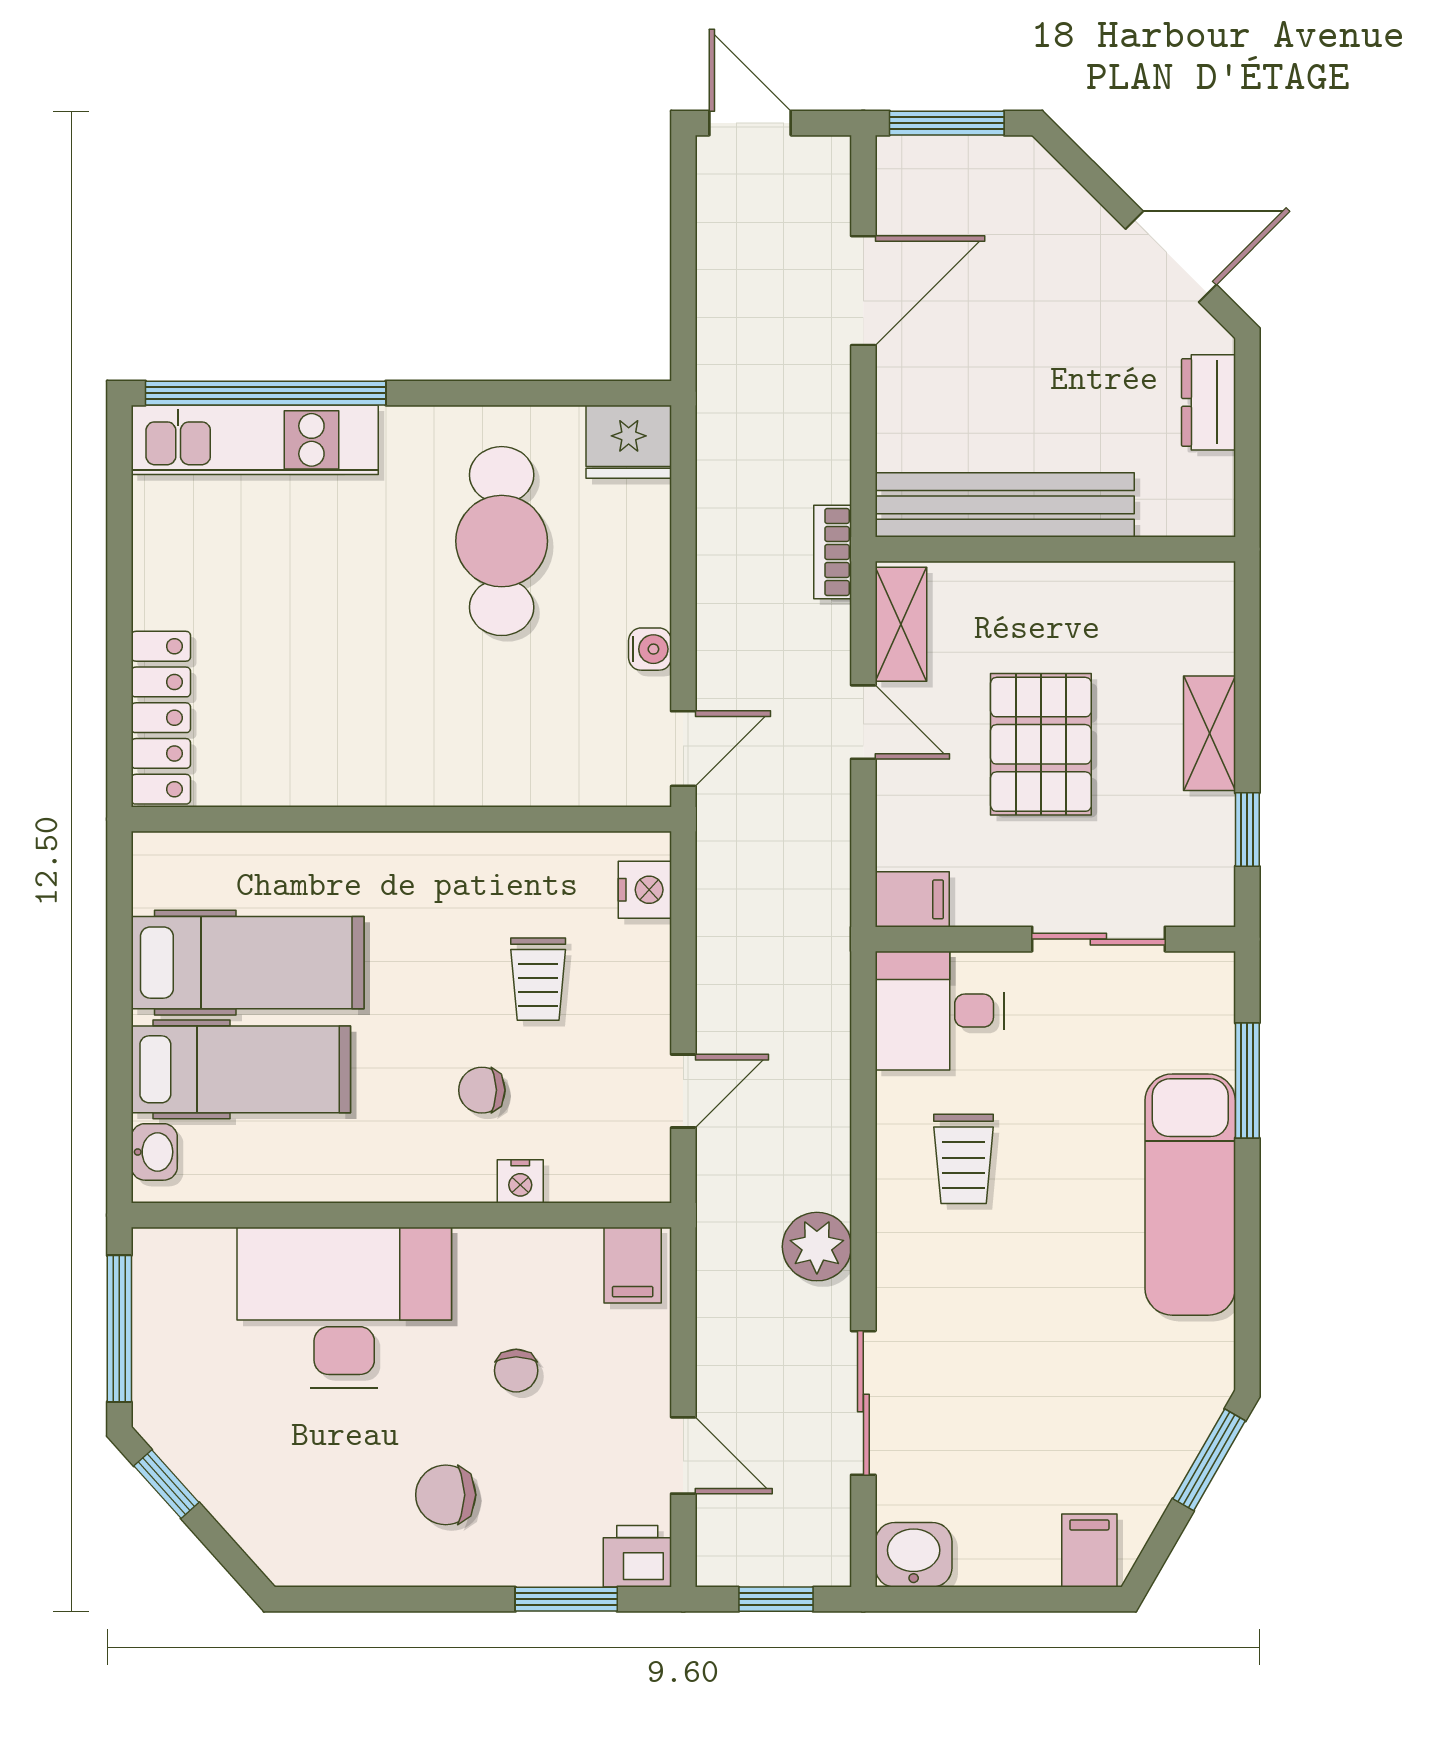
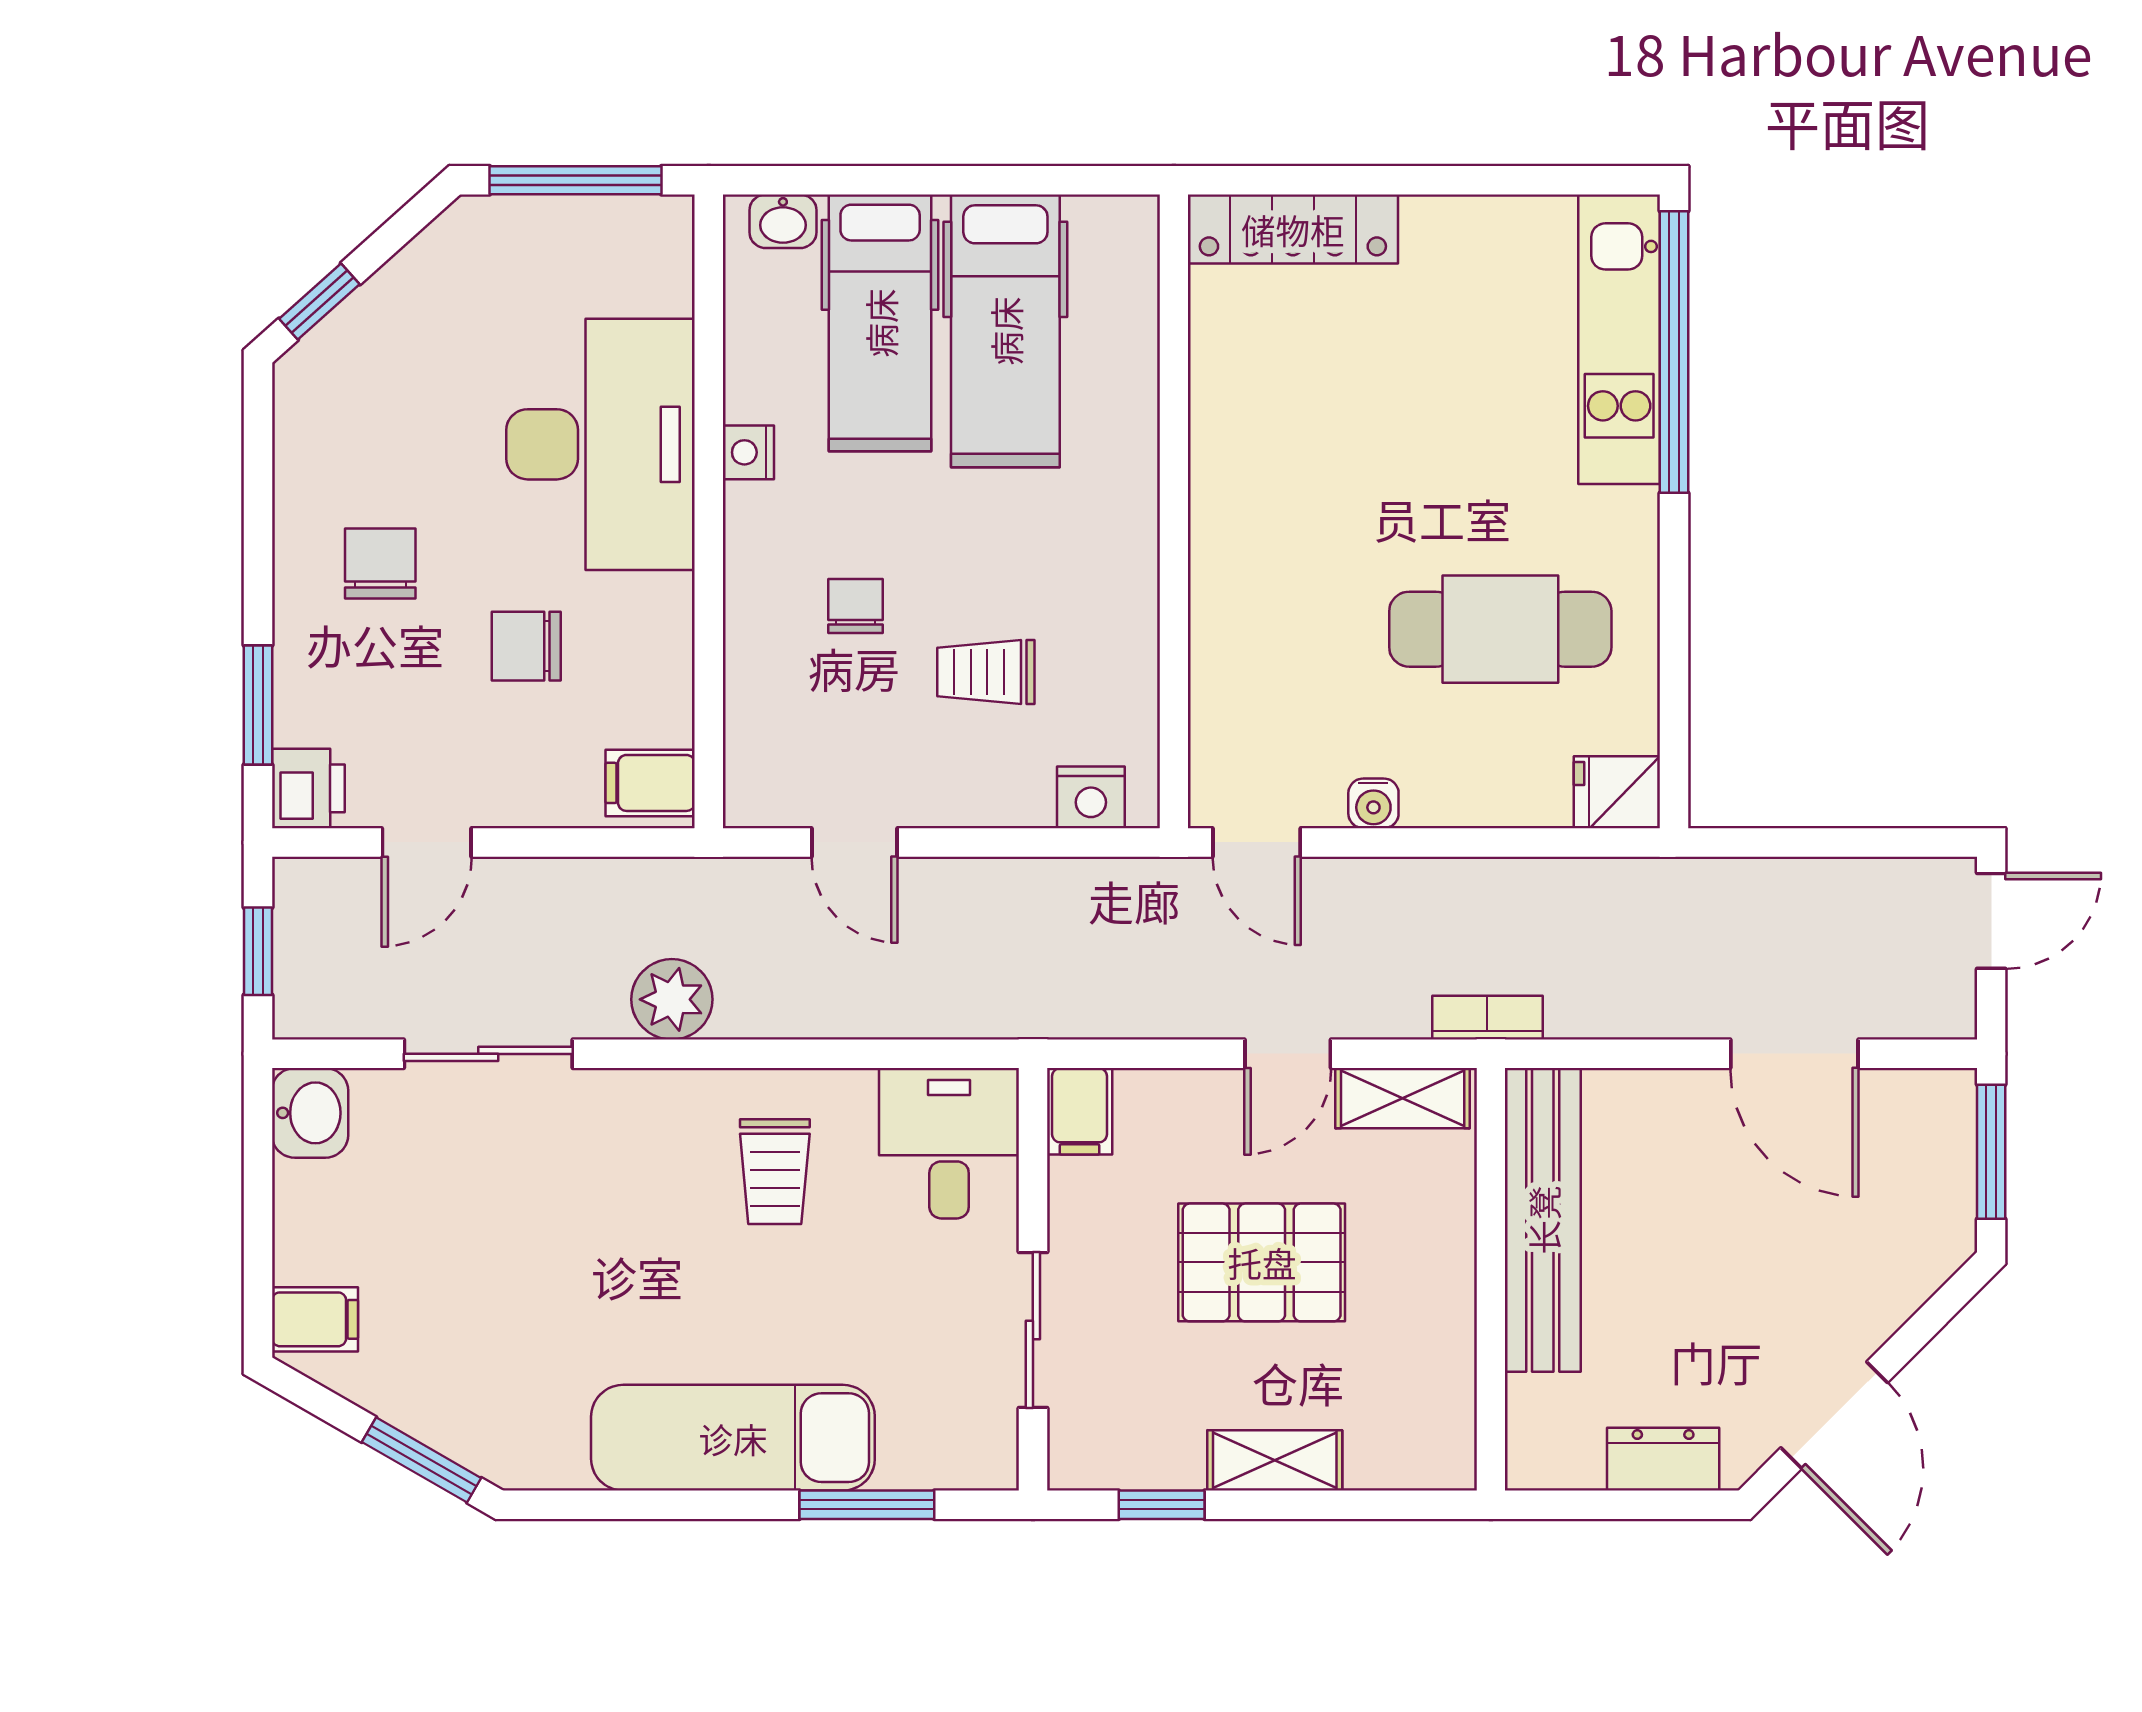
fridge: (629, 442) -> (1617, 792), width x0.72
trolley: (964, 1159) -> (775, 1172), turned -90
nightstand: (520, 1181) -> (748, 452), moved
chair: (516, 1371) -> (526, 646), width x1.37, depth x1.37
window: (166, 1484) -> (319, 301), moved

